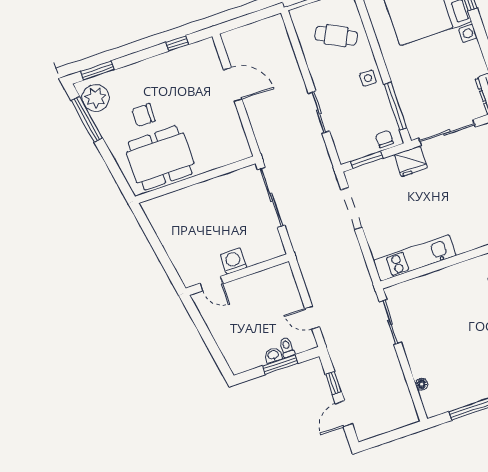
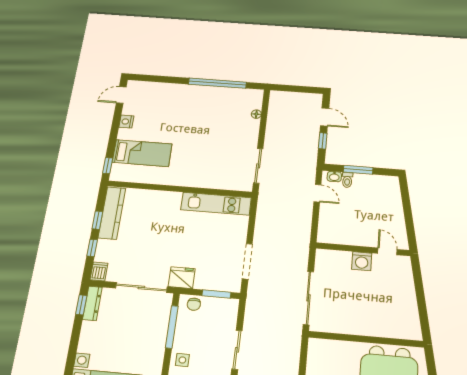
washbasin: (273, 355) -> (334, 177), moved
door: (344, 414) -> (325, 117), hinge flipped

